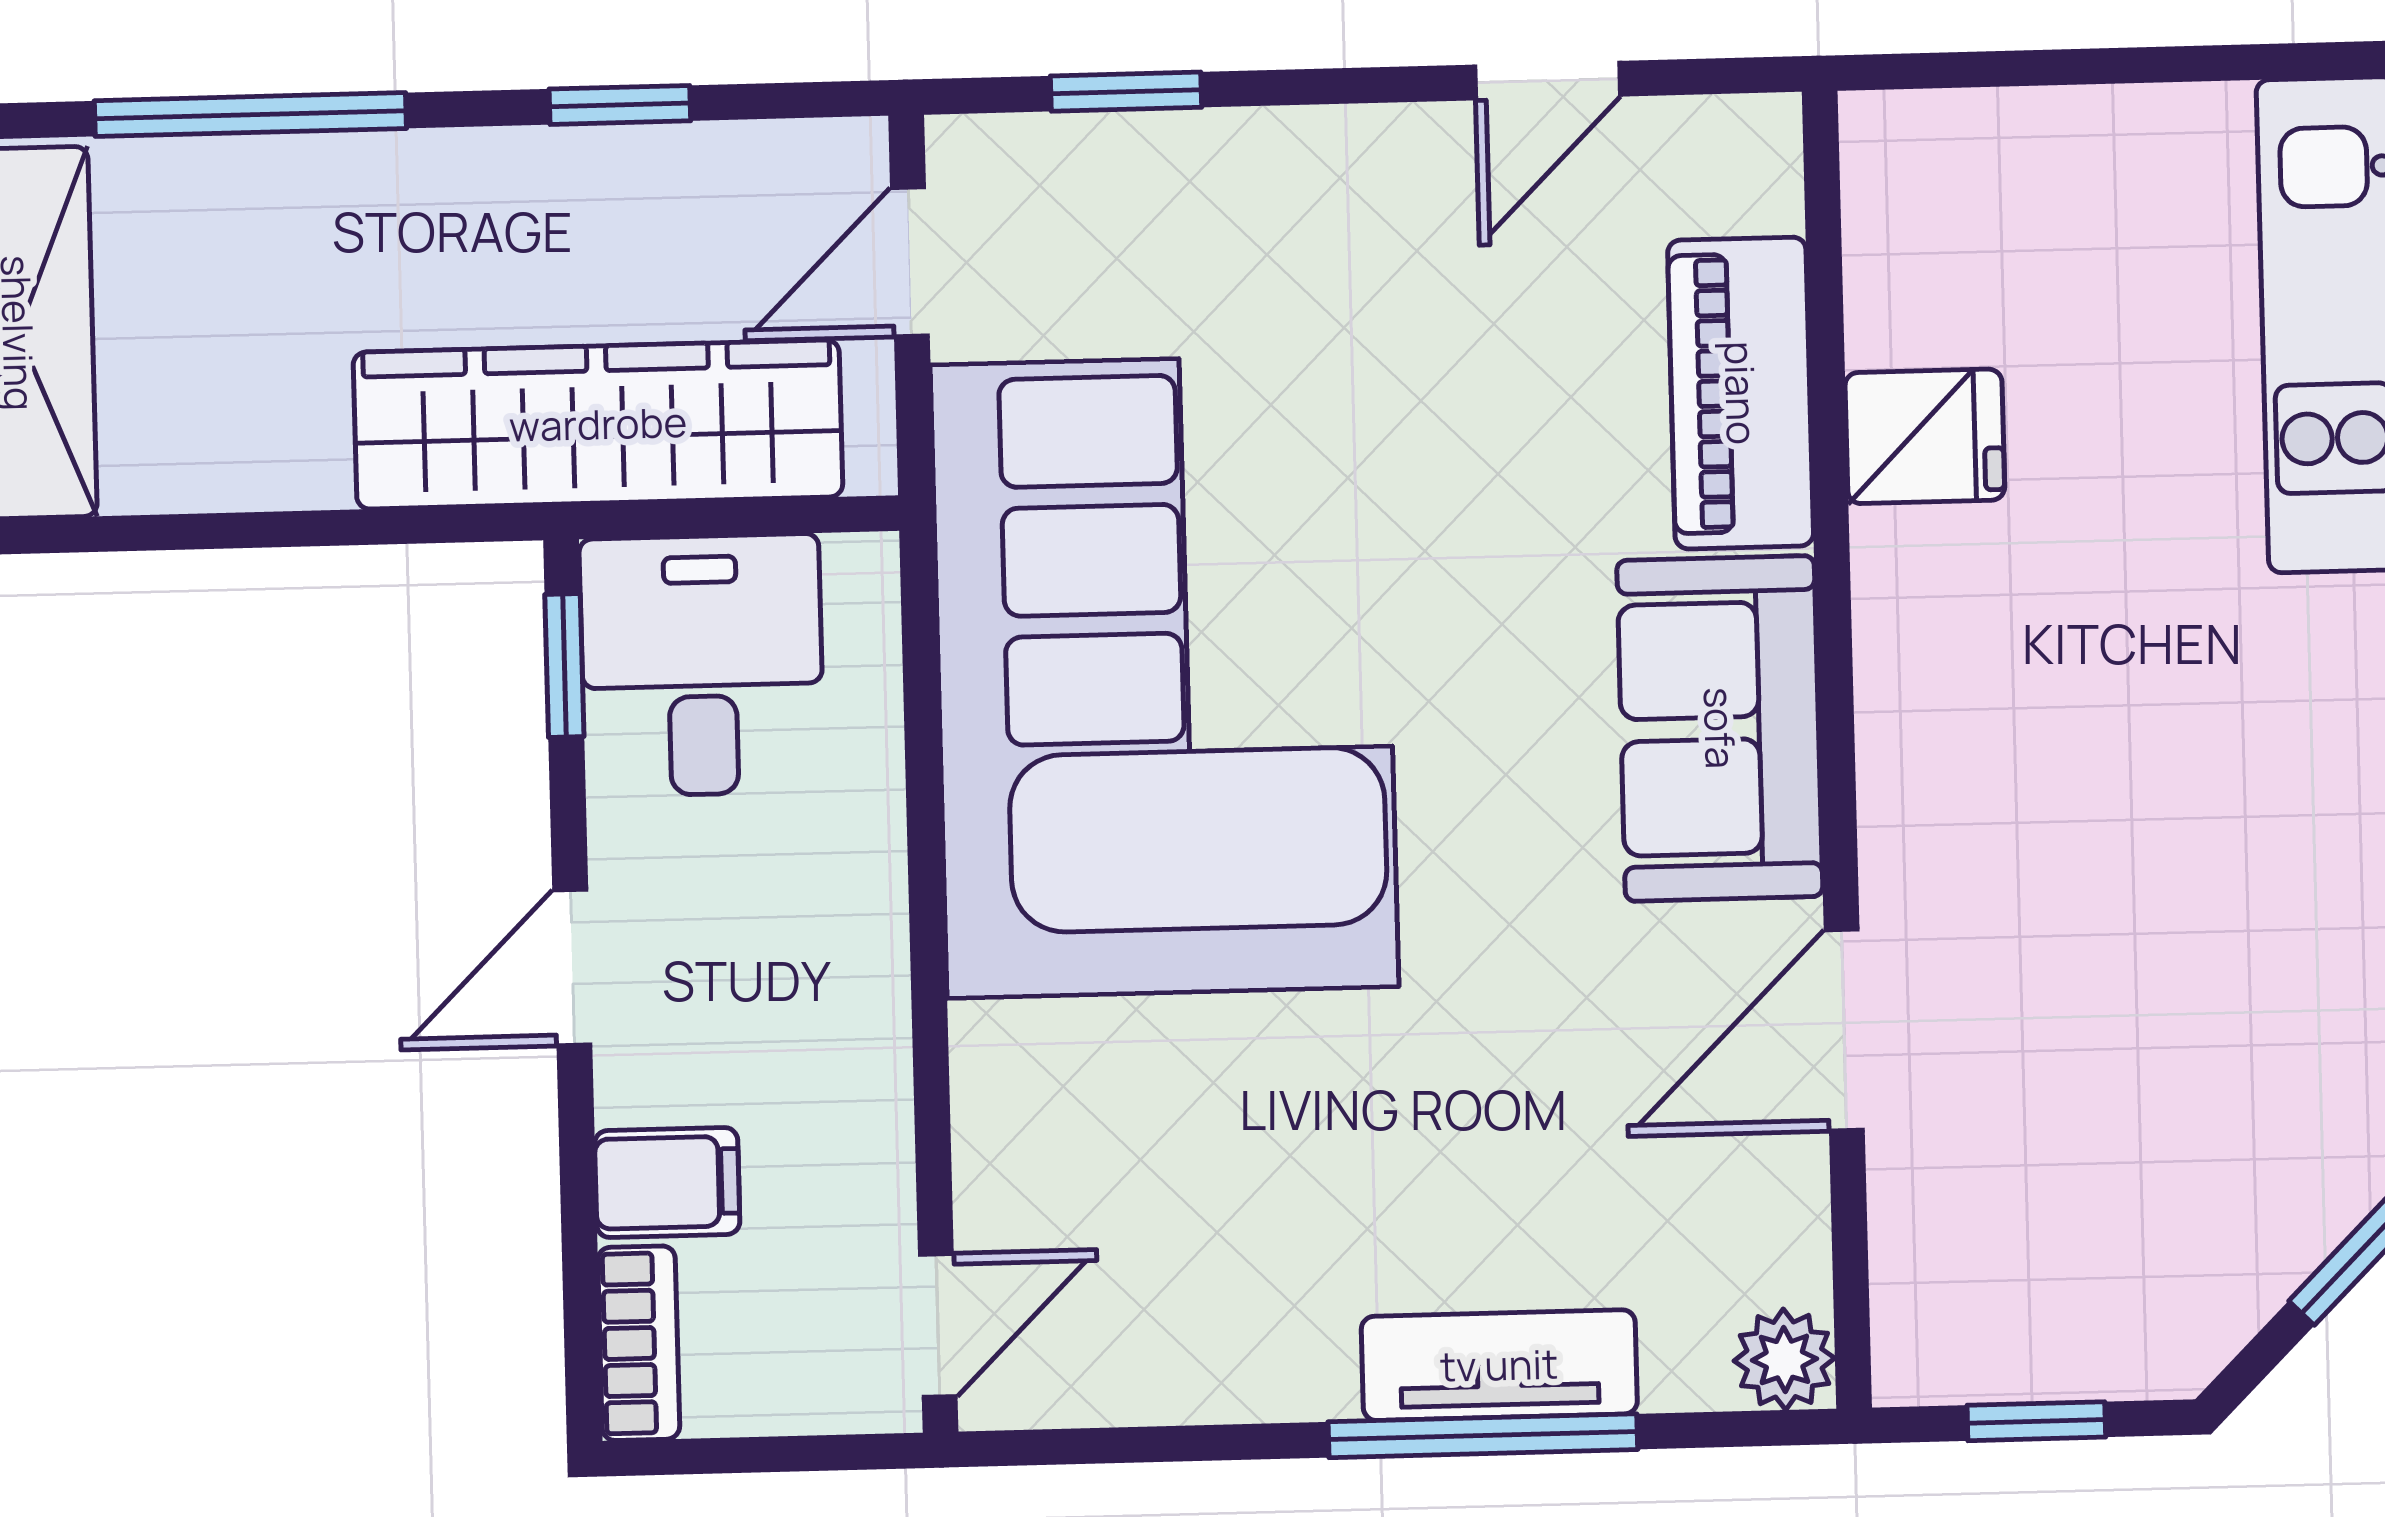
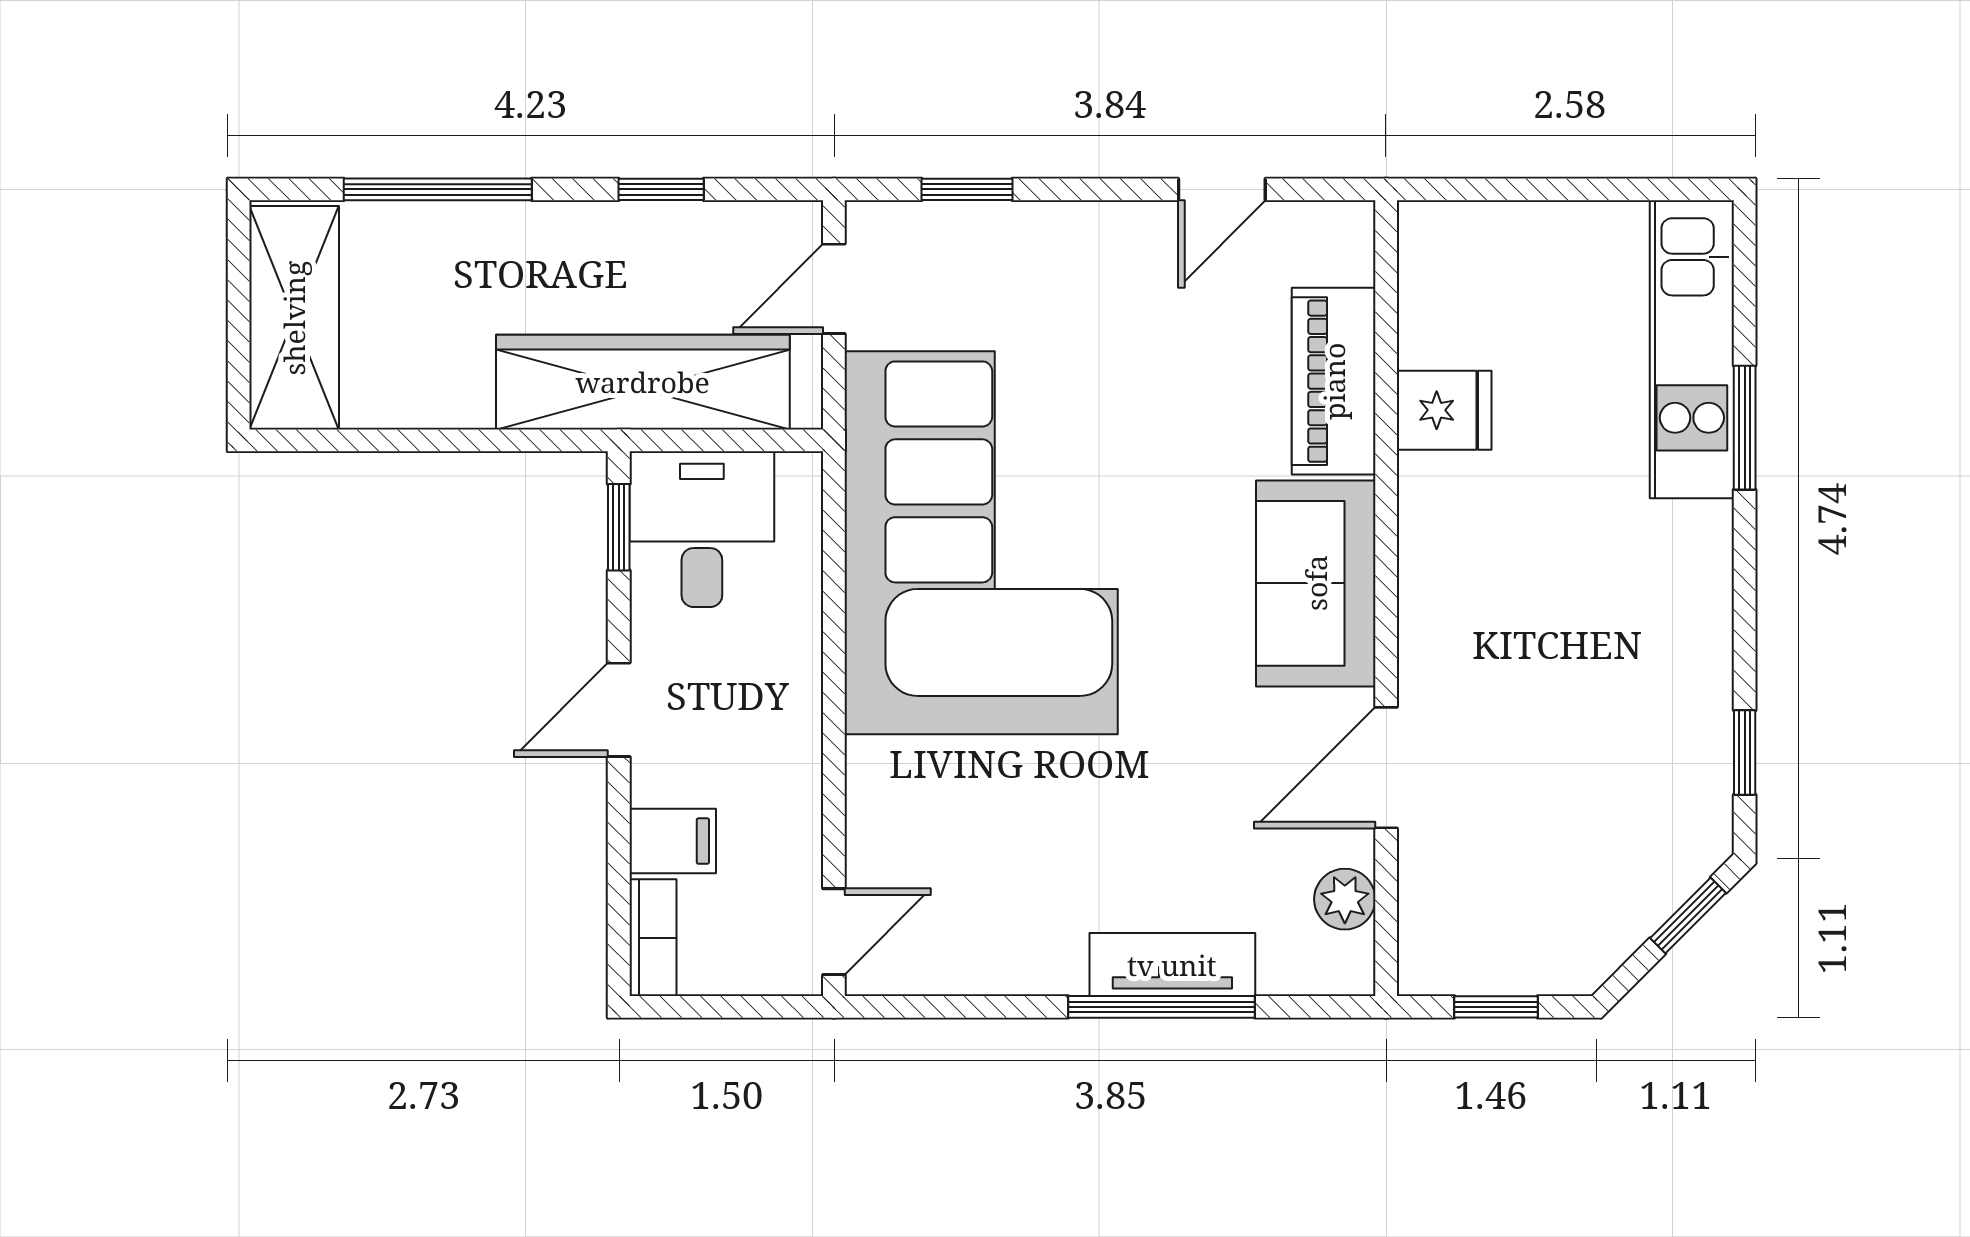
plant: (1784, 1359) -> (1345, 899), moved

